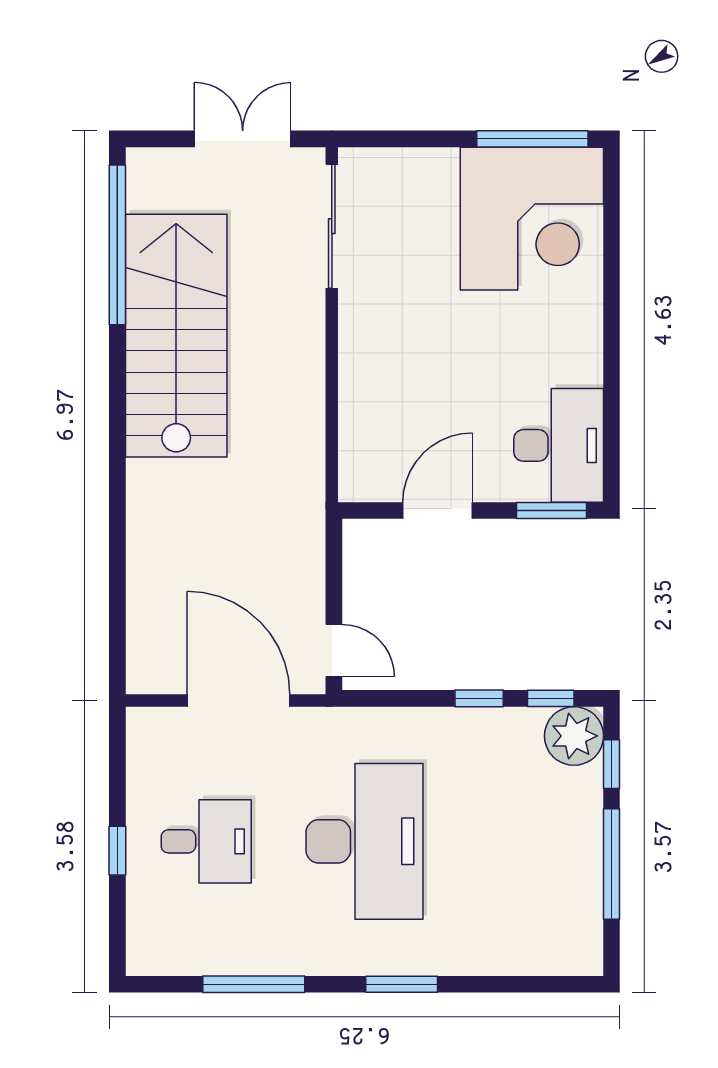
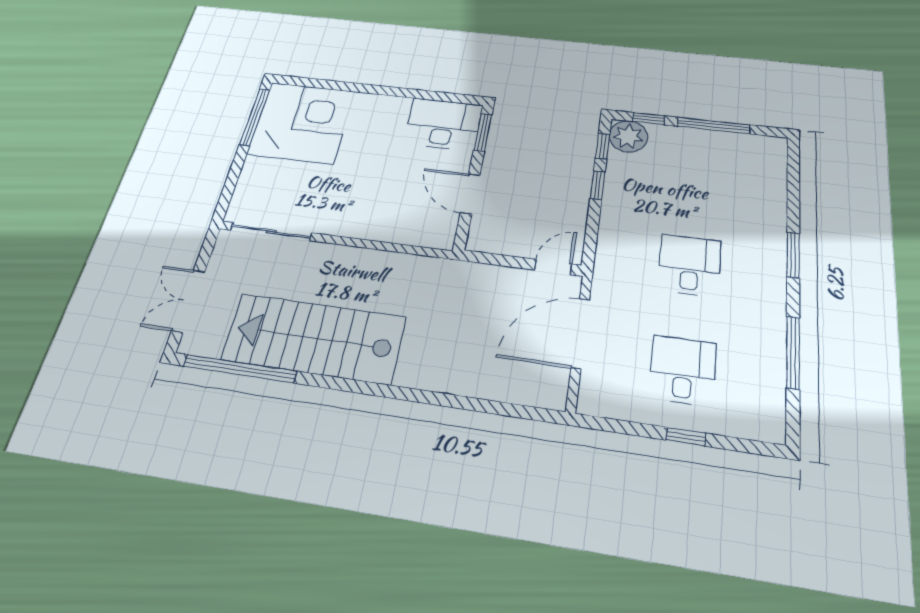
double door: (243, 139) -> (188, 301), moved
desk: (364, 841) -> (690, 265), width x0.53, depth x0.77

